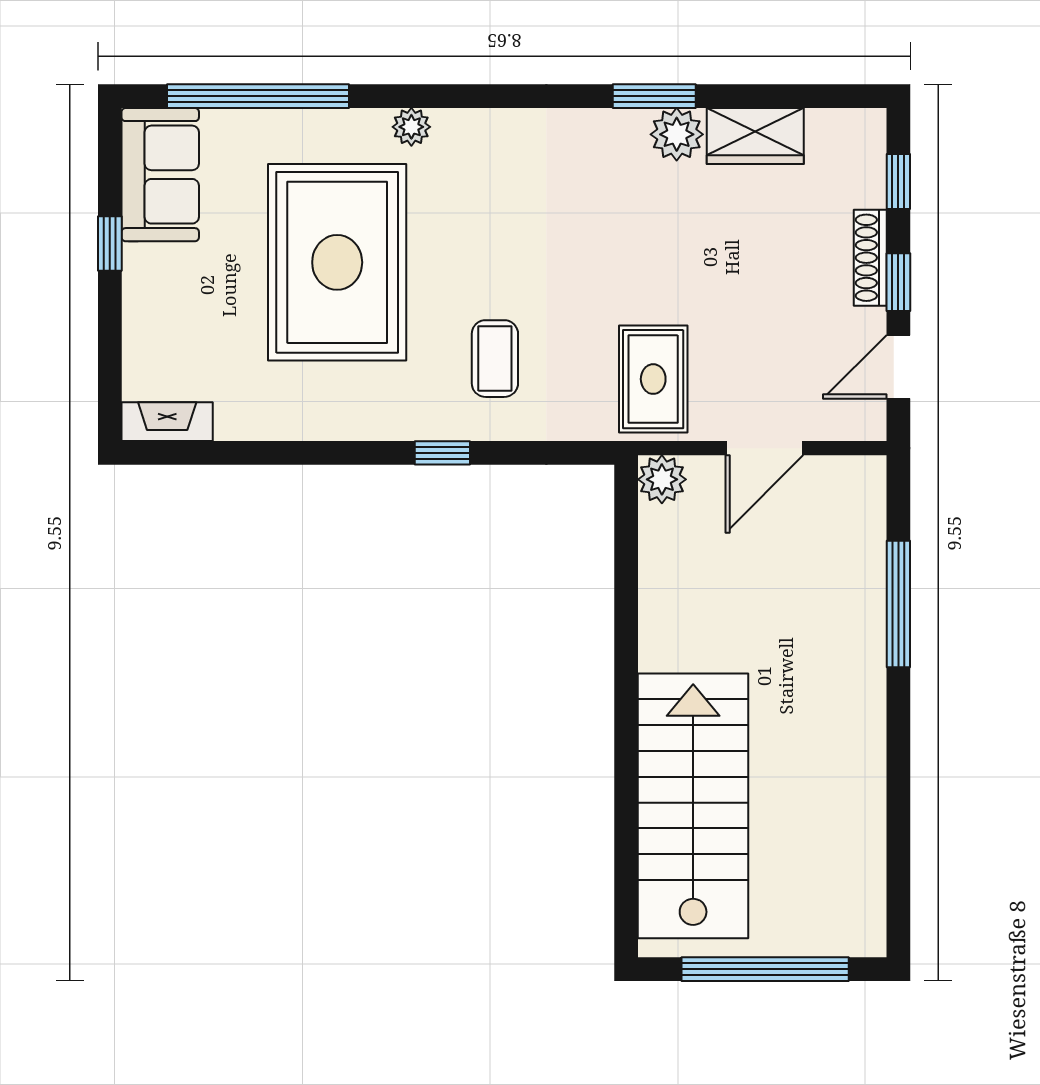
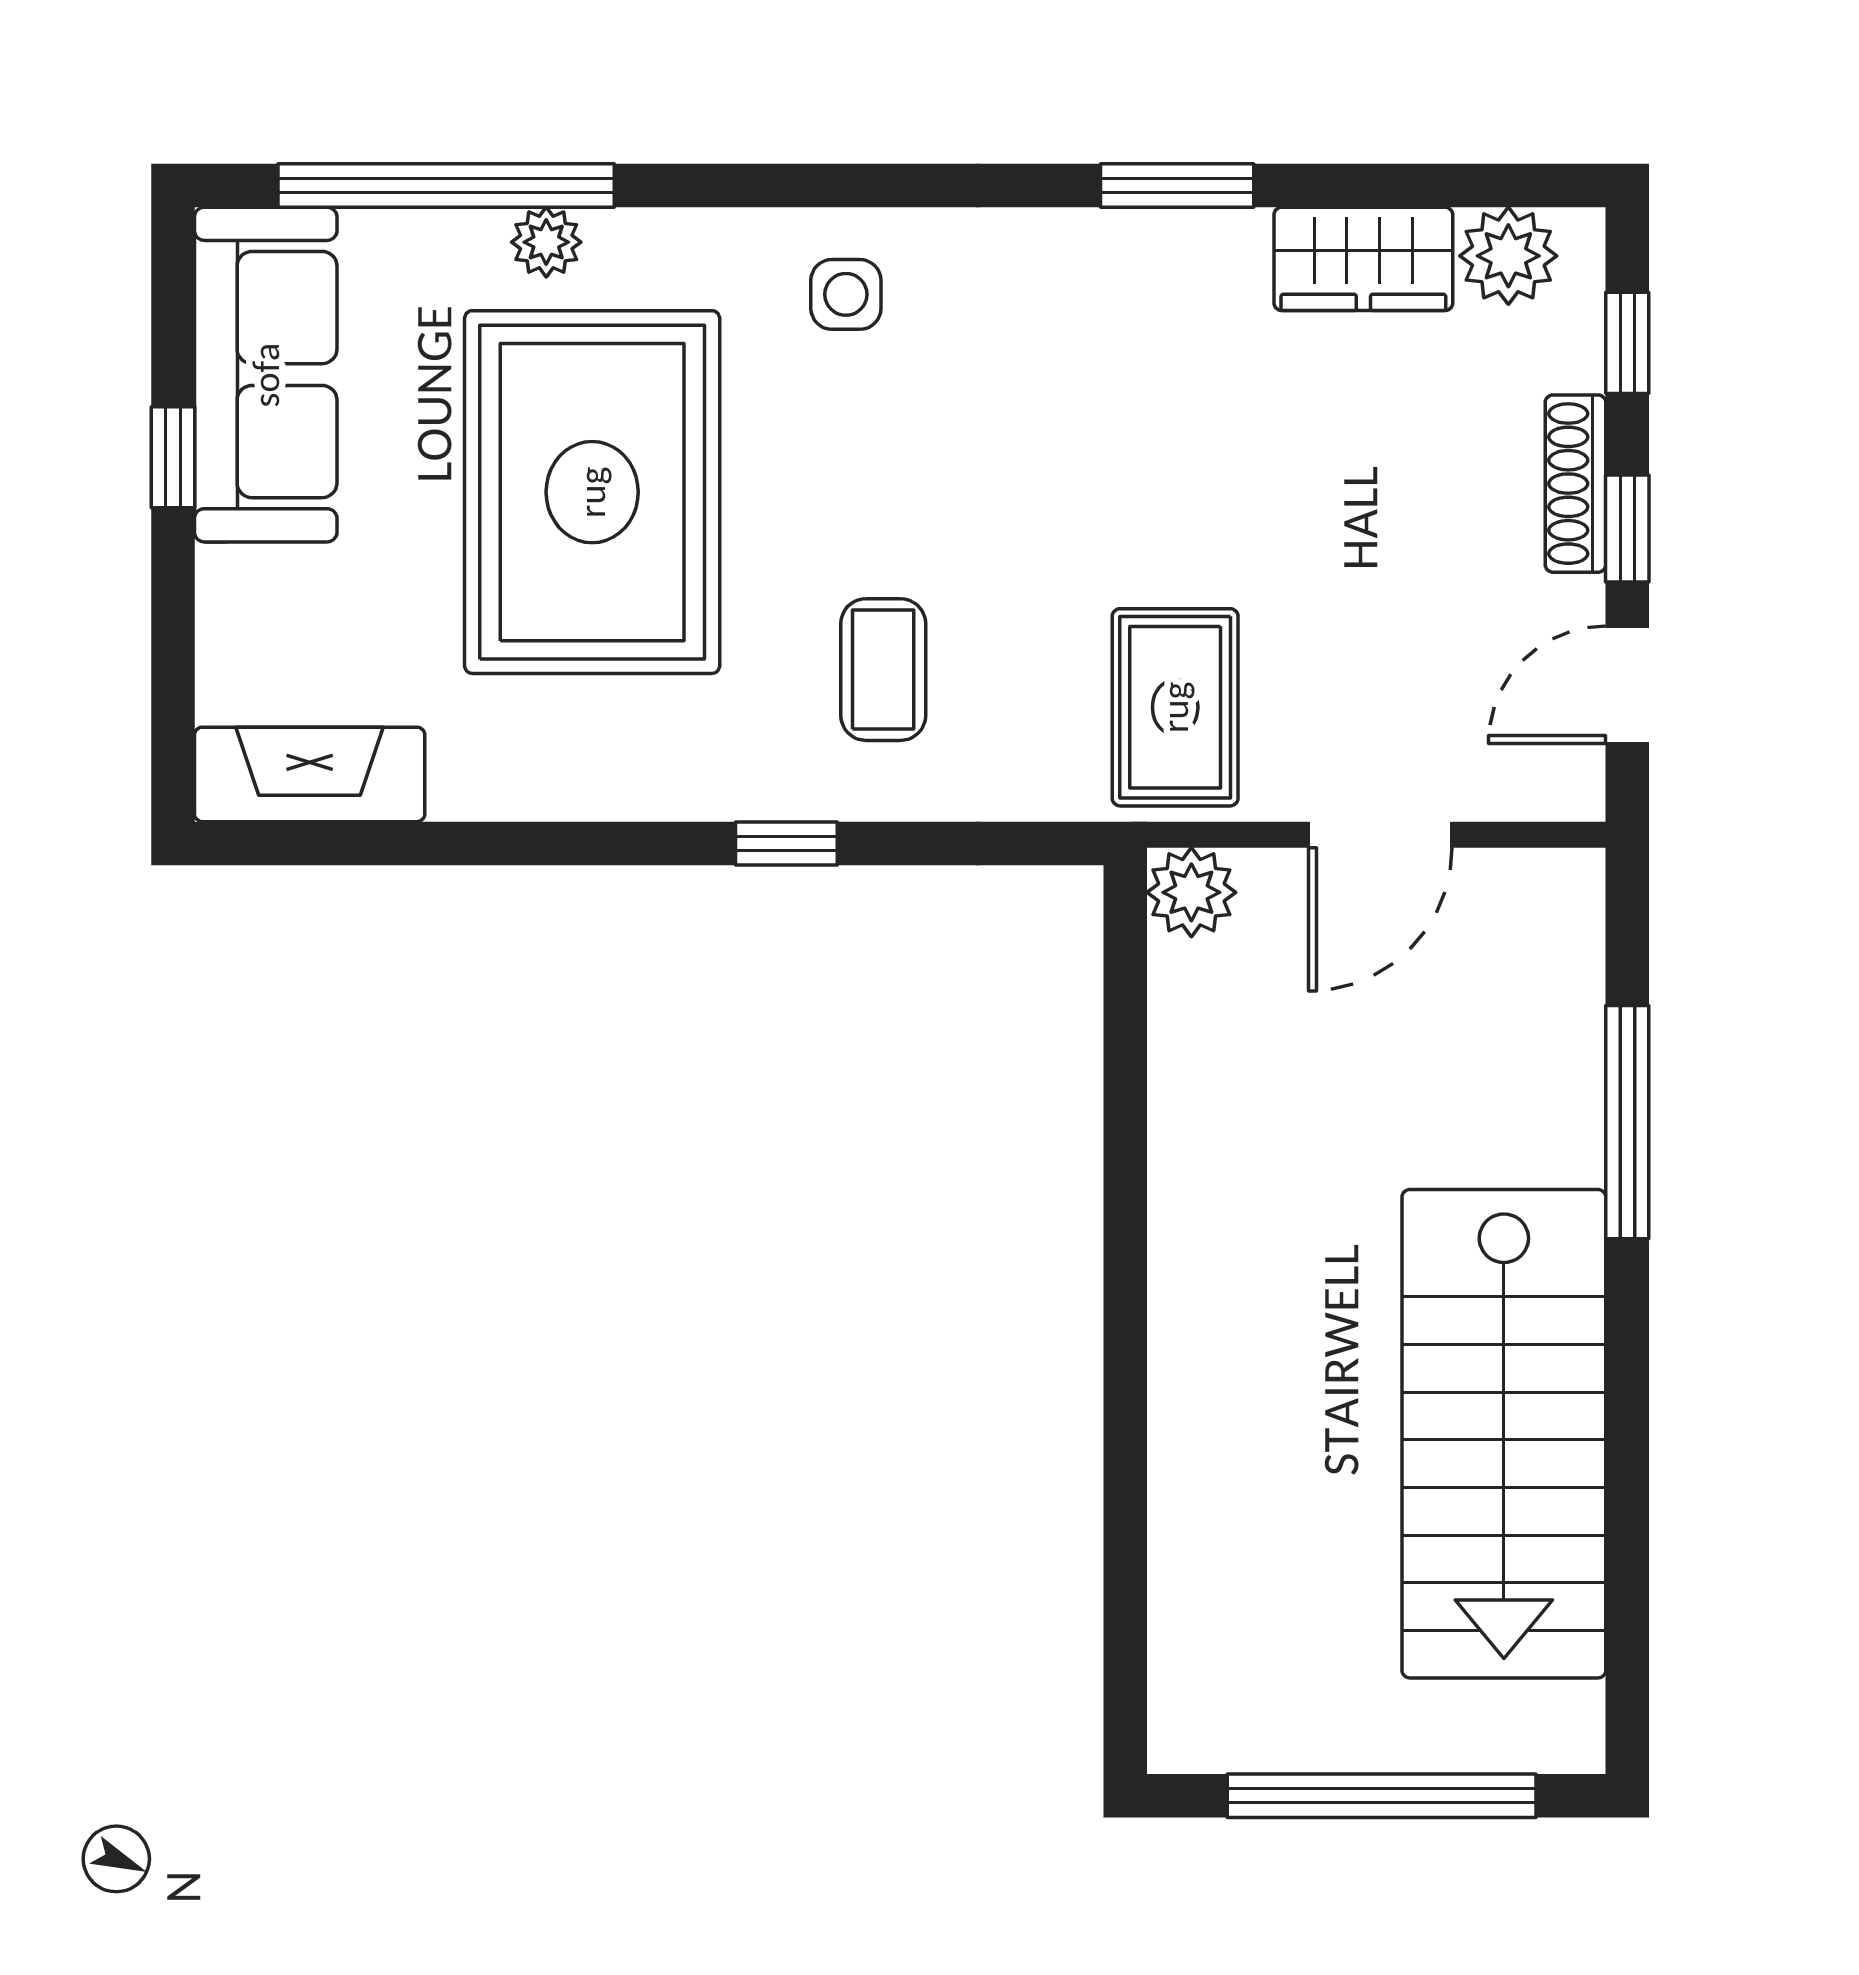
plant: (411, 127) -> (546, 242), moved
plant: (677, 134) -> (1508, 256), moved
side table: (475, 155) -> (846, 294), added
sofa: (160, 175) -> (266, 375), width x1.36
fireplace: (167, 422) -> (310, 774), width x1.37, depth x1.32
stairs: (693, 806) -> (1504, 1434), moved, turned 180

